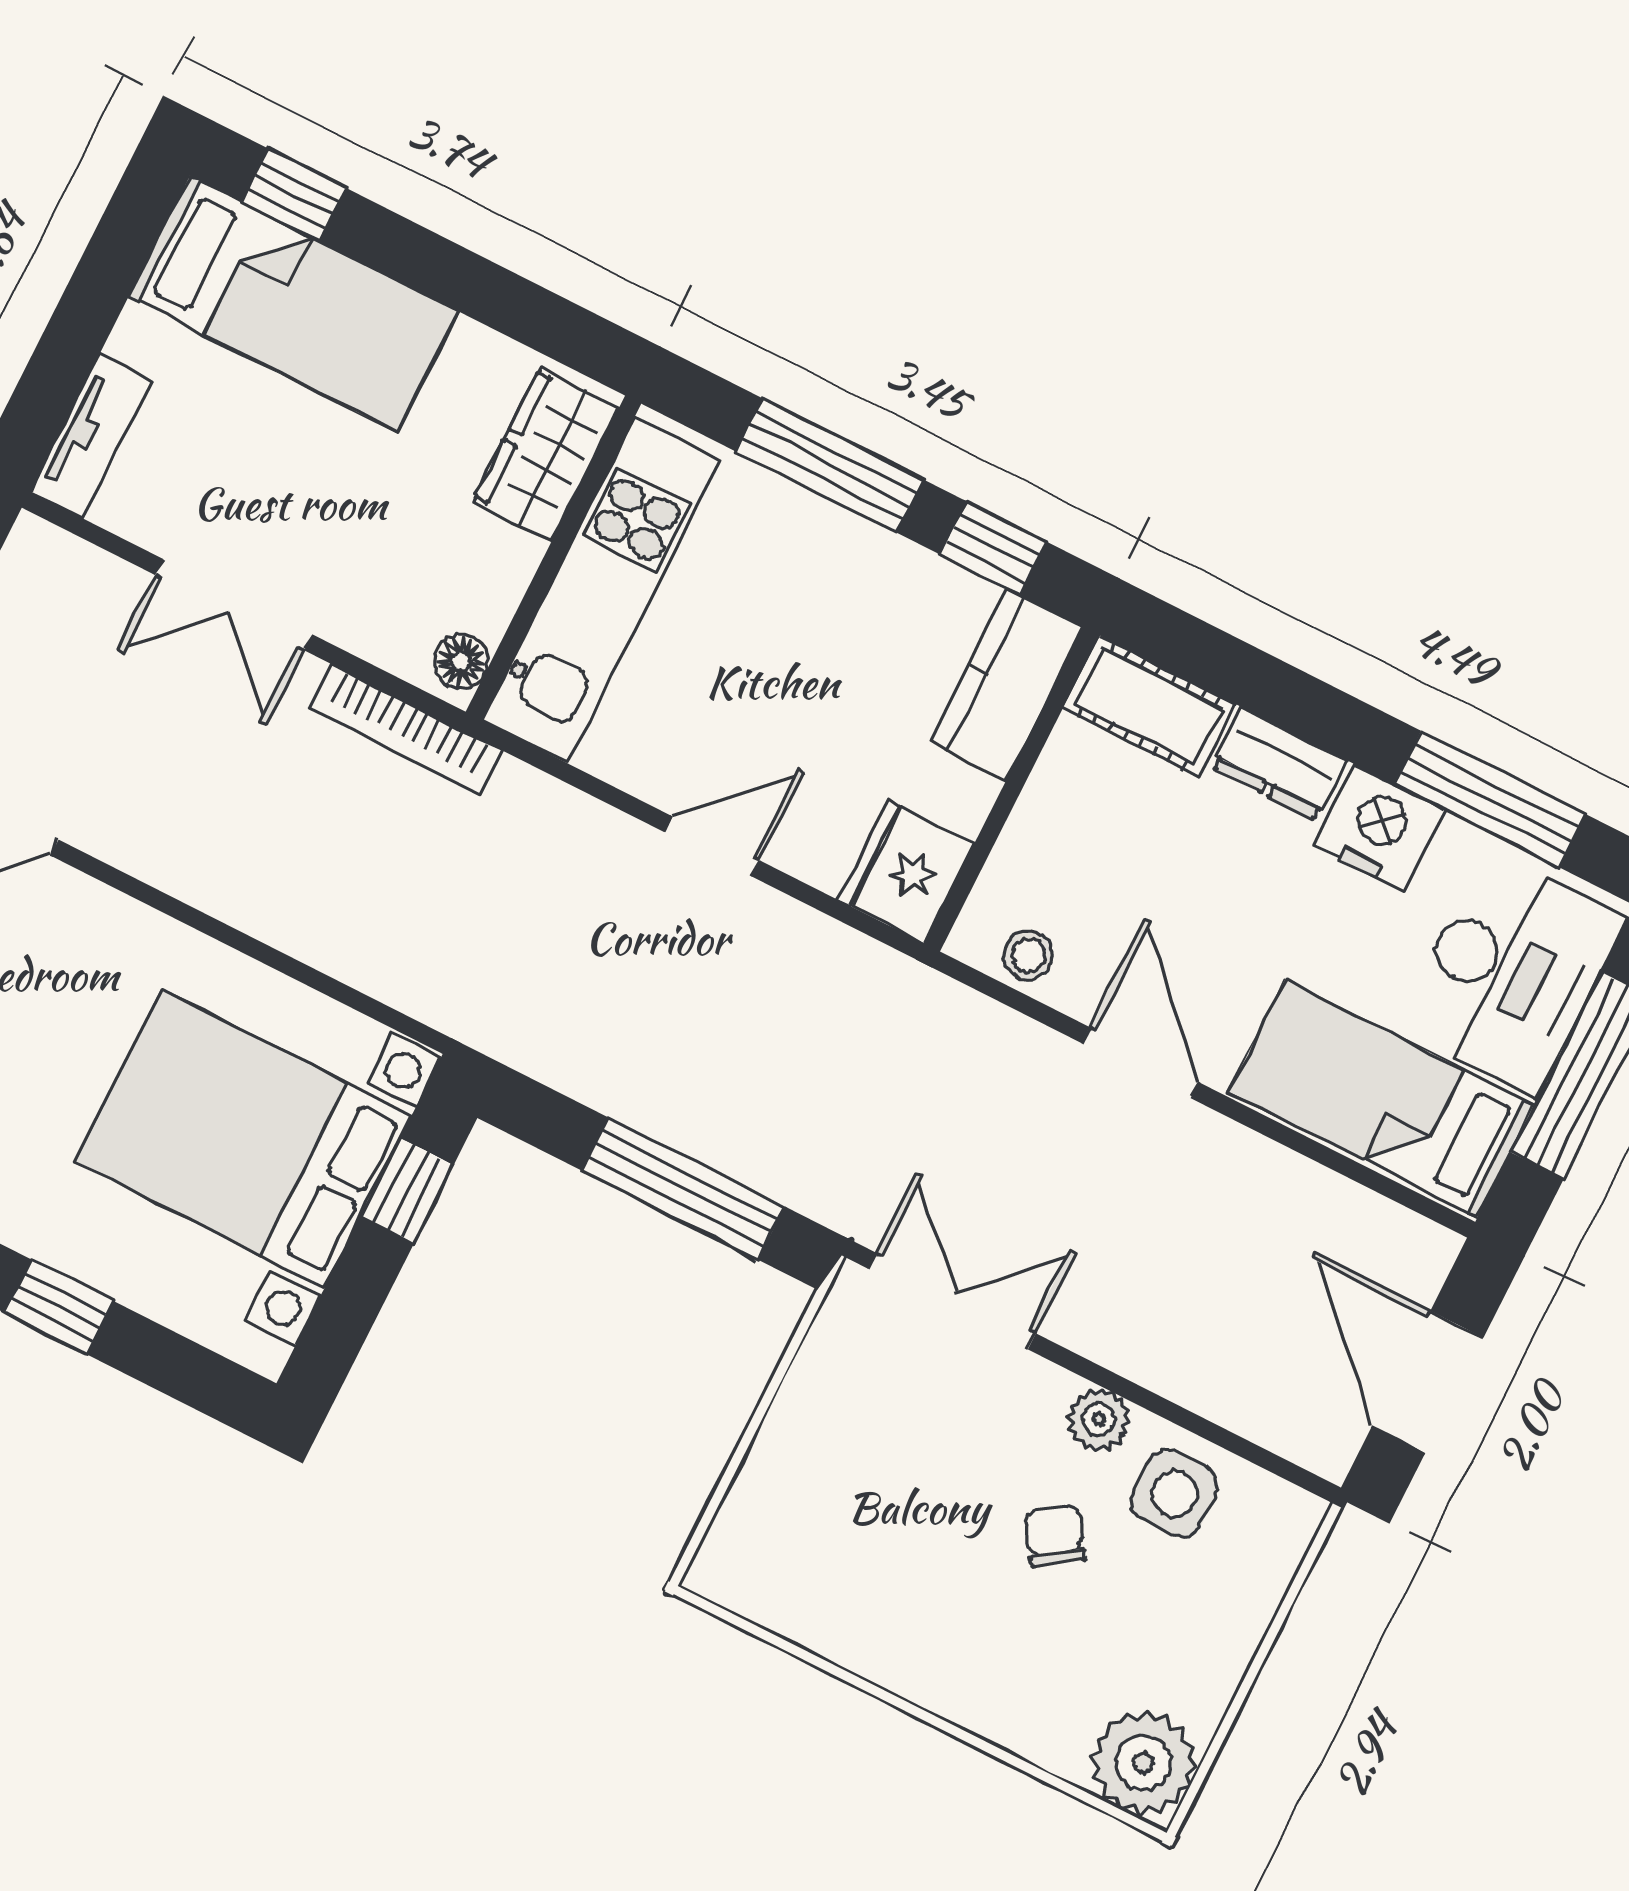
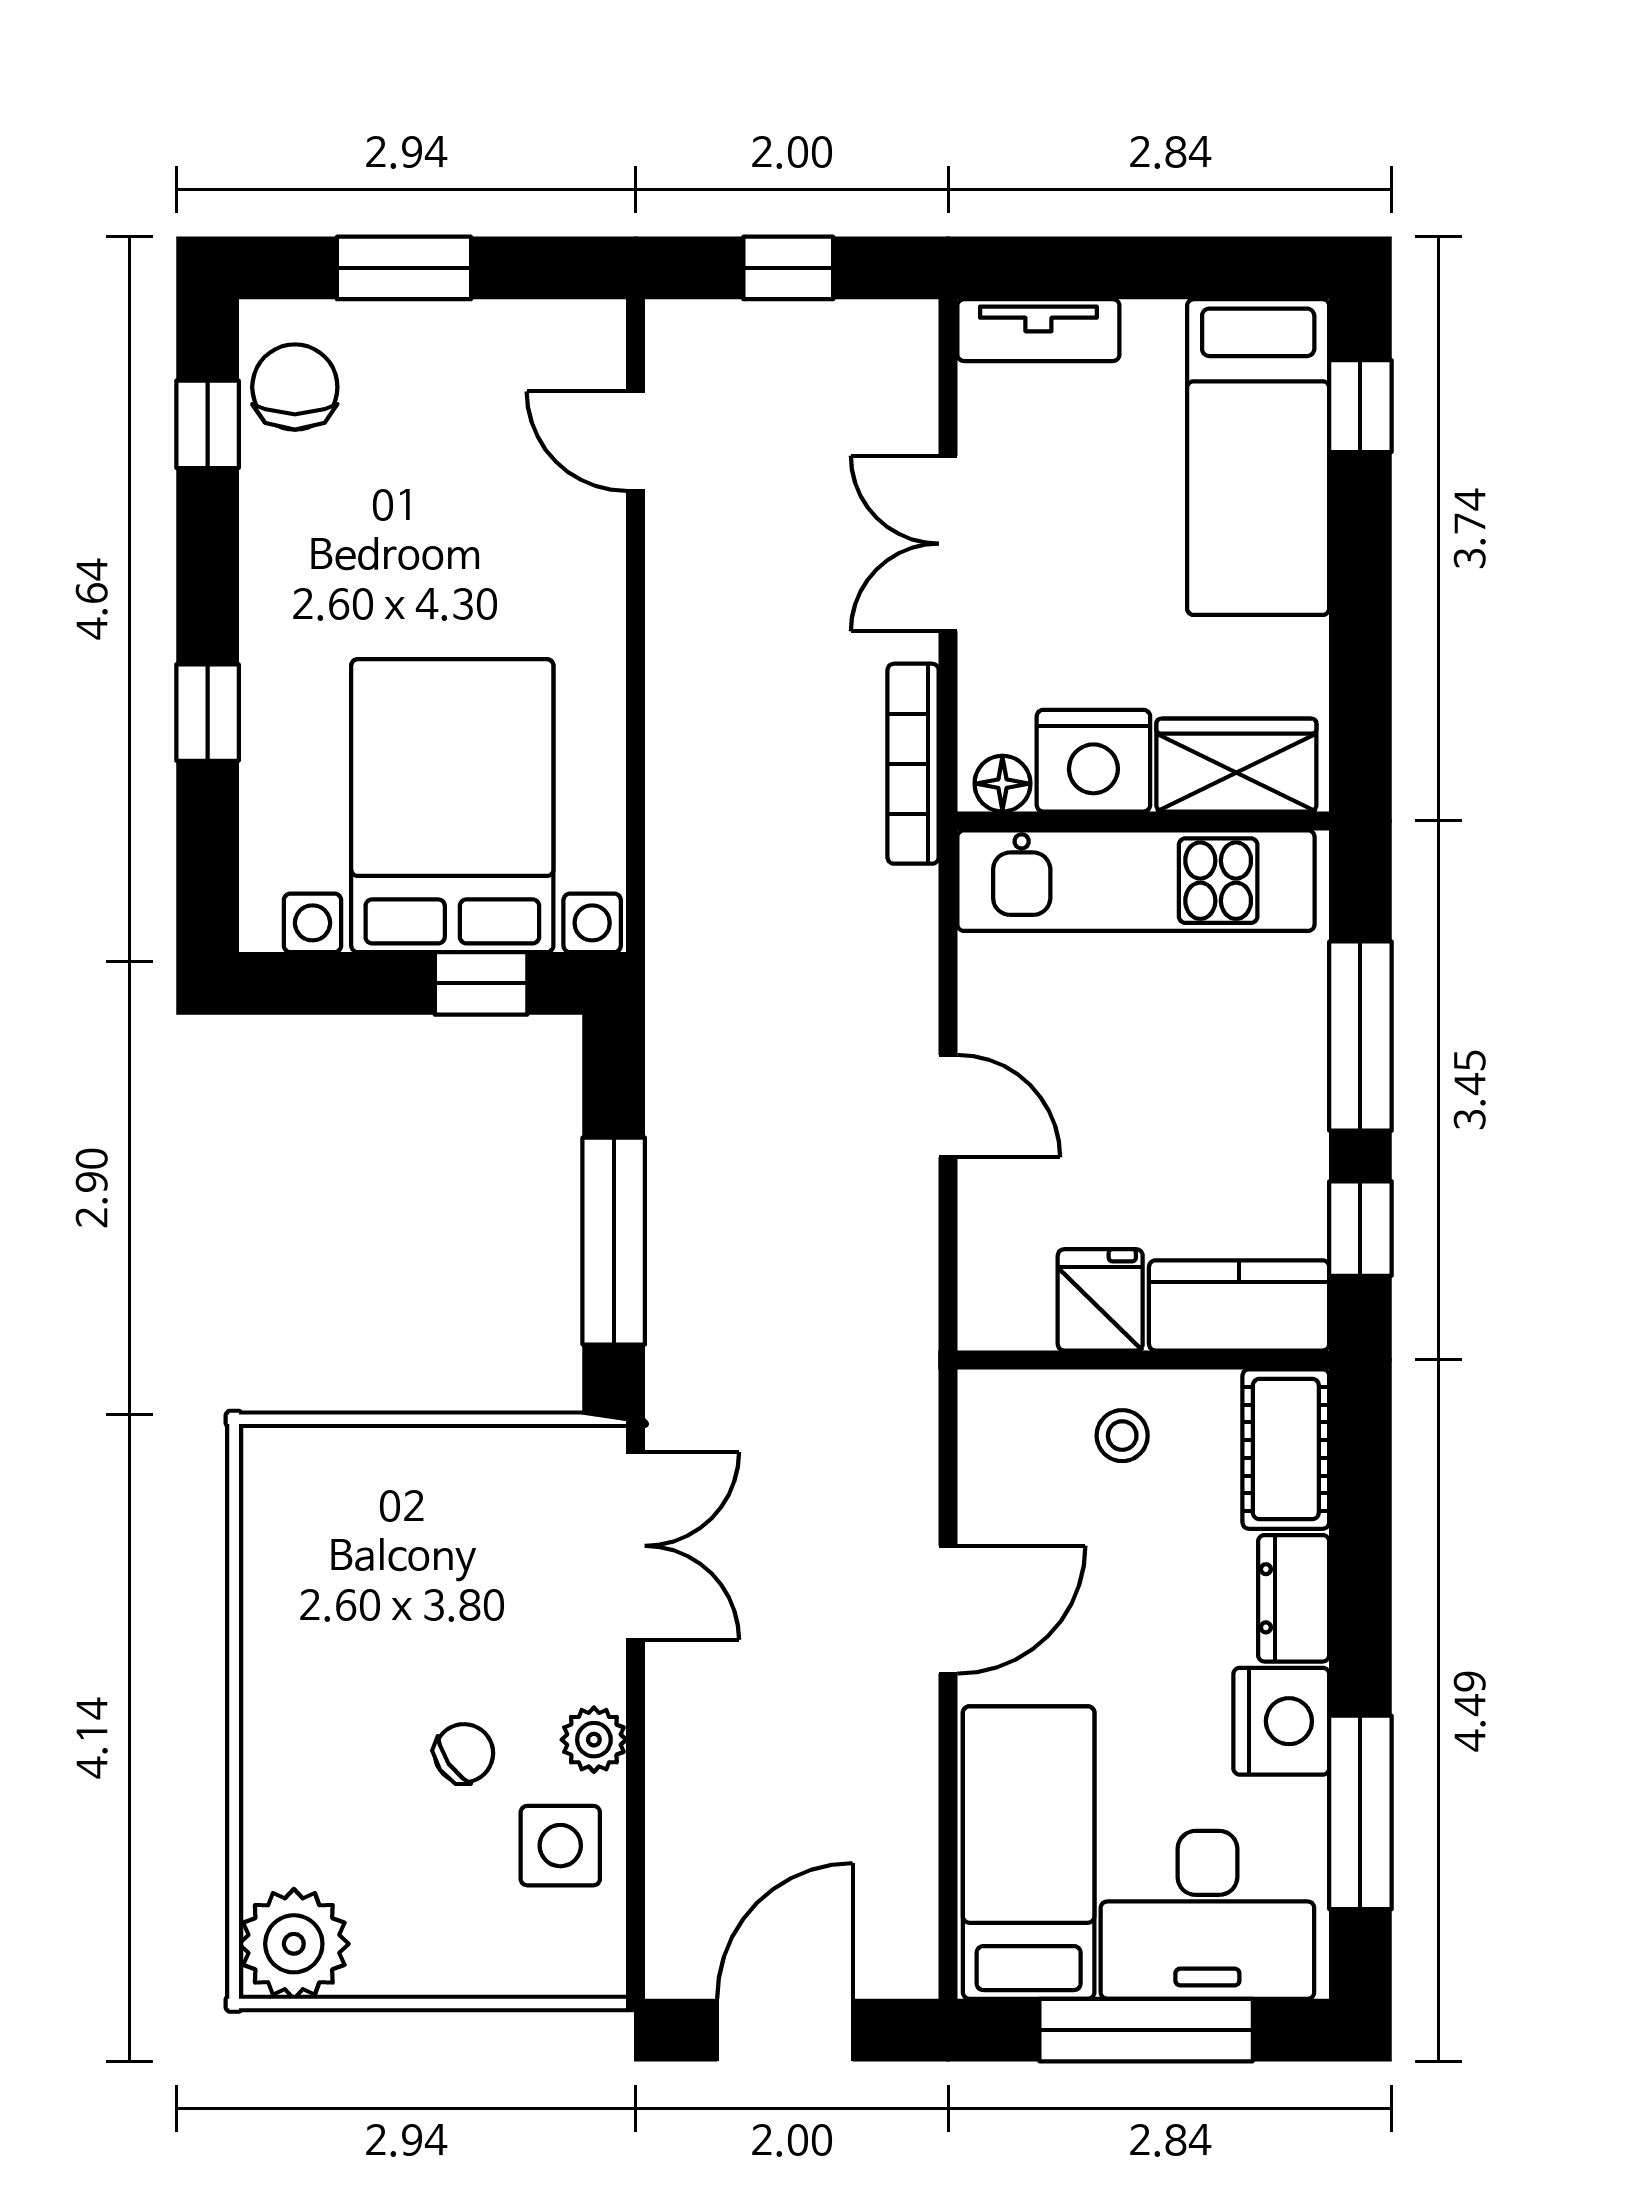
nightstand: (481, 574) -> (1093, 761), added
fridge: (906, 872) -> (1100, 1300), moved, width x0.72
stool: (1028, 955) -> (1122, 1436), moved

